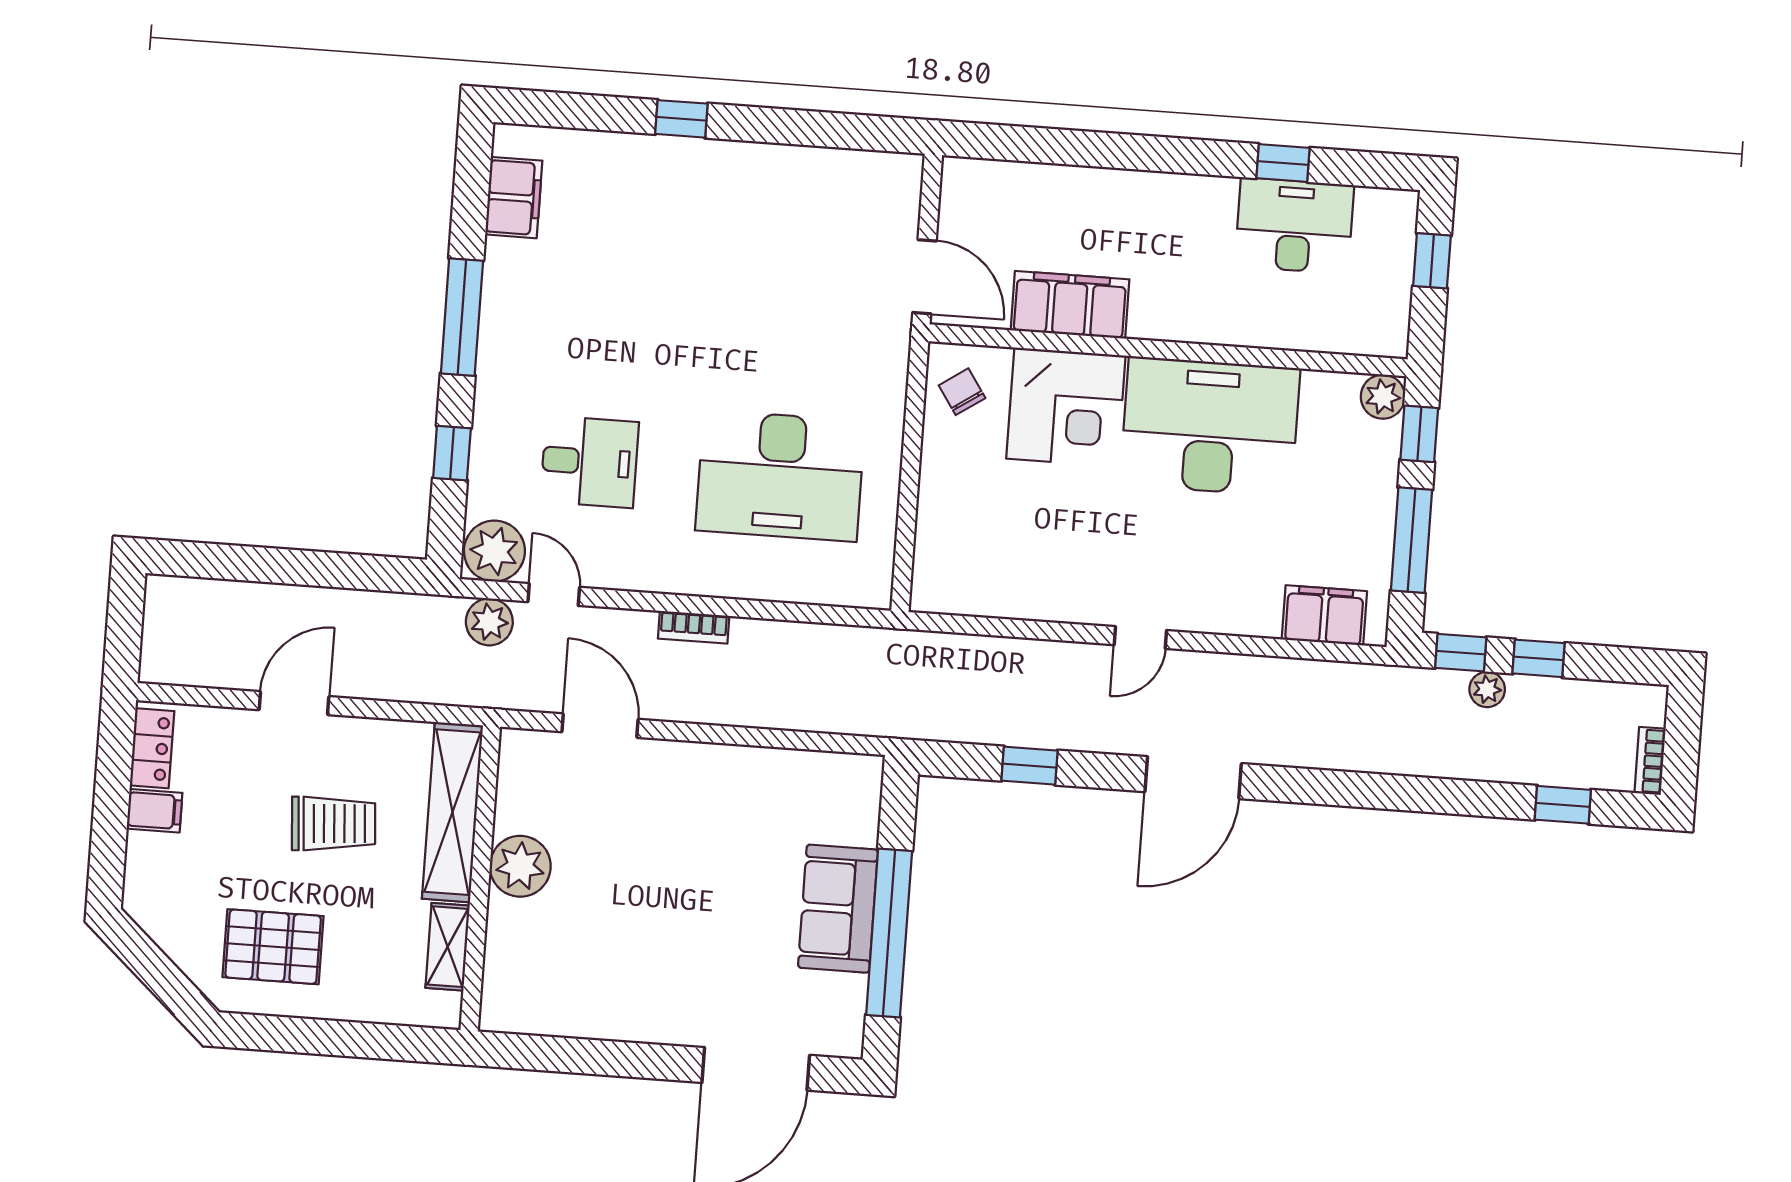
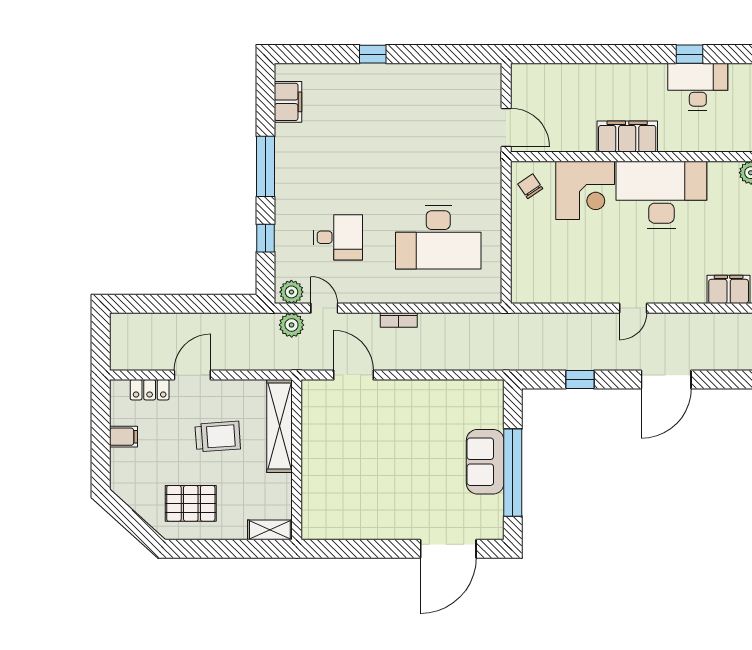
filing cabinet: (1070, 305) -> (627, 137), moved
plant: (494, 551) -> (291, 292), width x0.73, depth x0.73
locker: (152, 748) -> (150, 390), moved, turned 90
plant: (520, 866) -> (317, 452), removed
shelving: (448, 947) -> (270, 530), moved, turned 90

